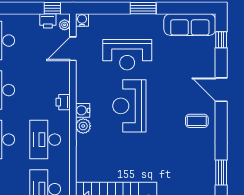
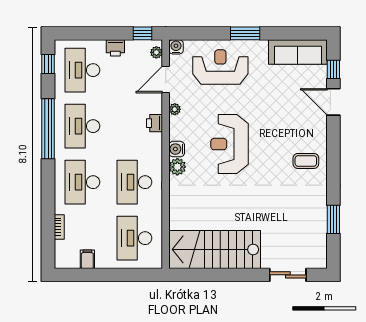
printer: (48, 21) -> (115, 48), moved
reception desk: (127, 55) -> (220, 67), moved, turned 180
plant: (81, 75) -> (175, 109), added
door: (221, 90) -> (333, 102), moved
printer: (63, 102) -> (155, 123), moved

